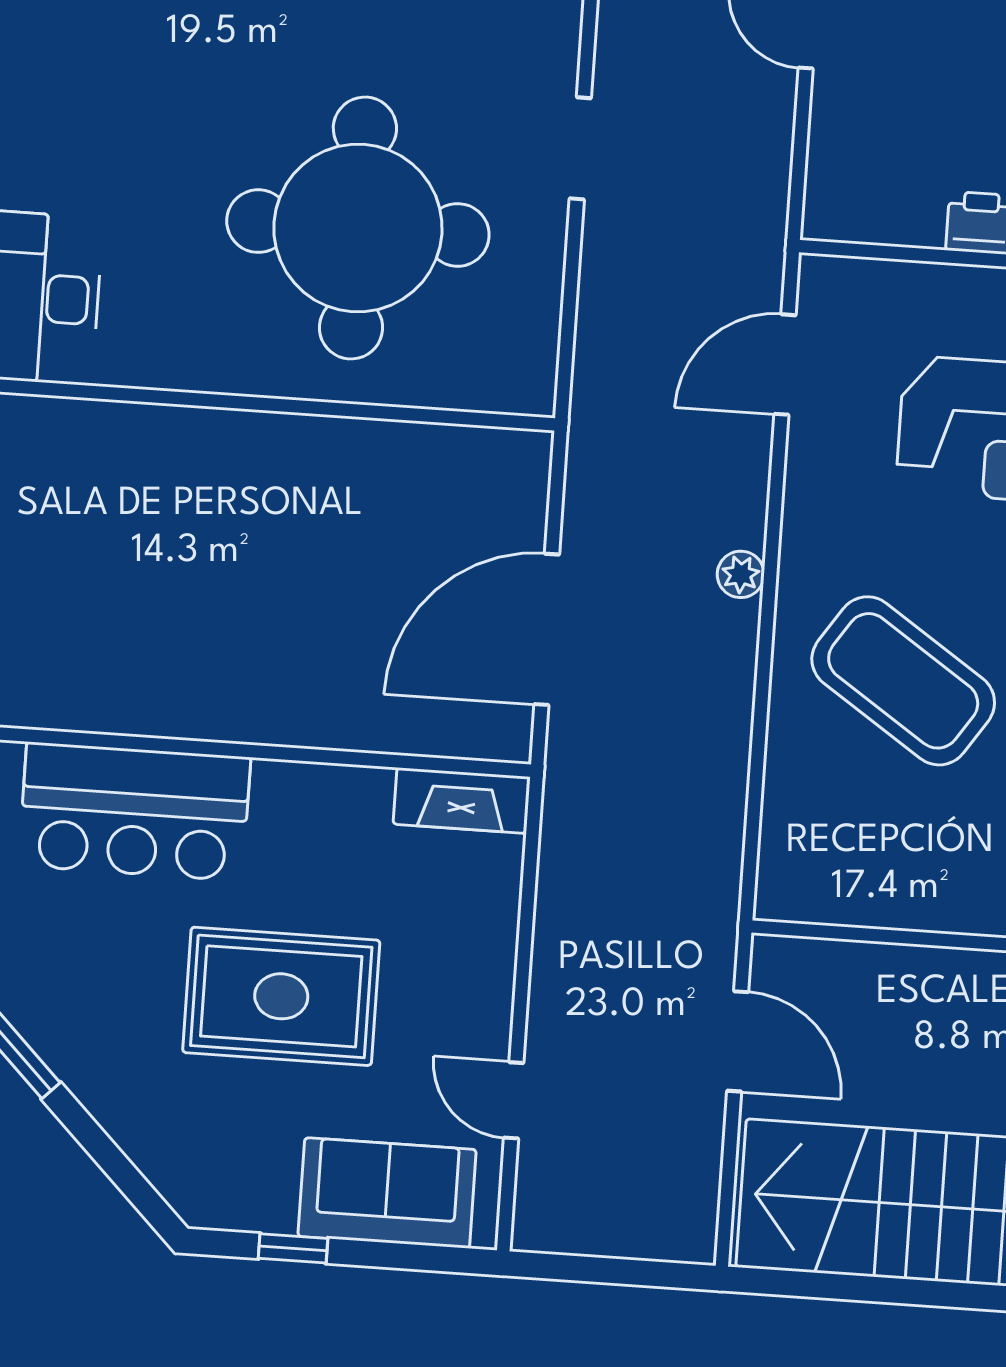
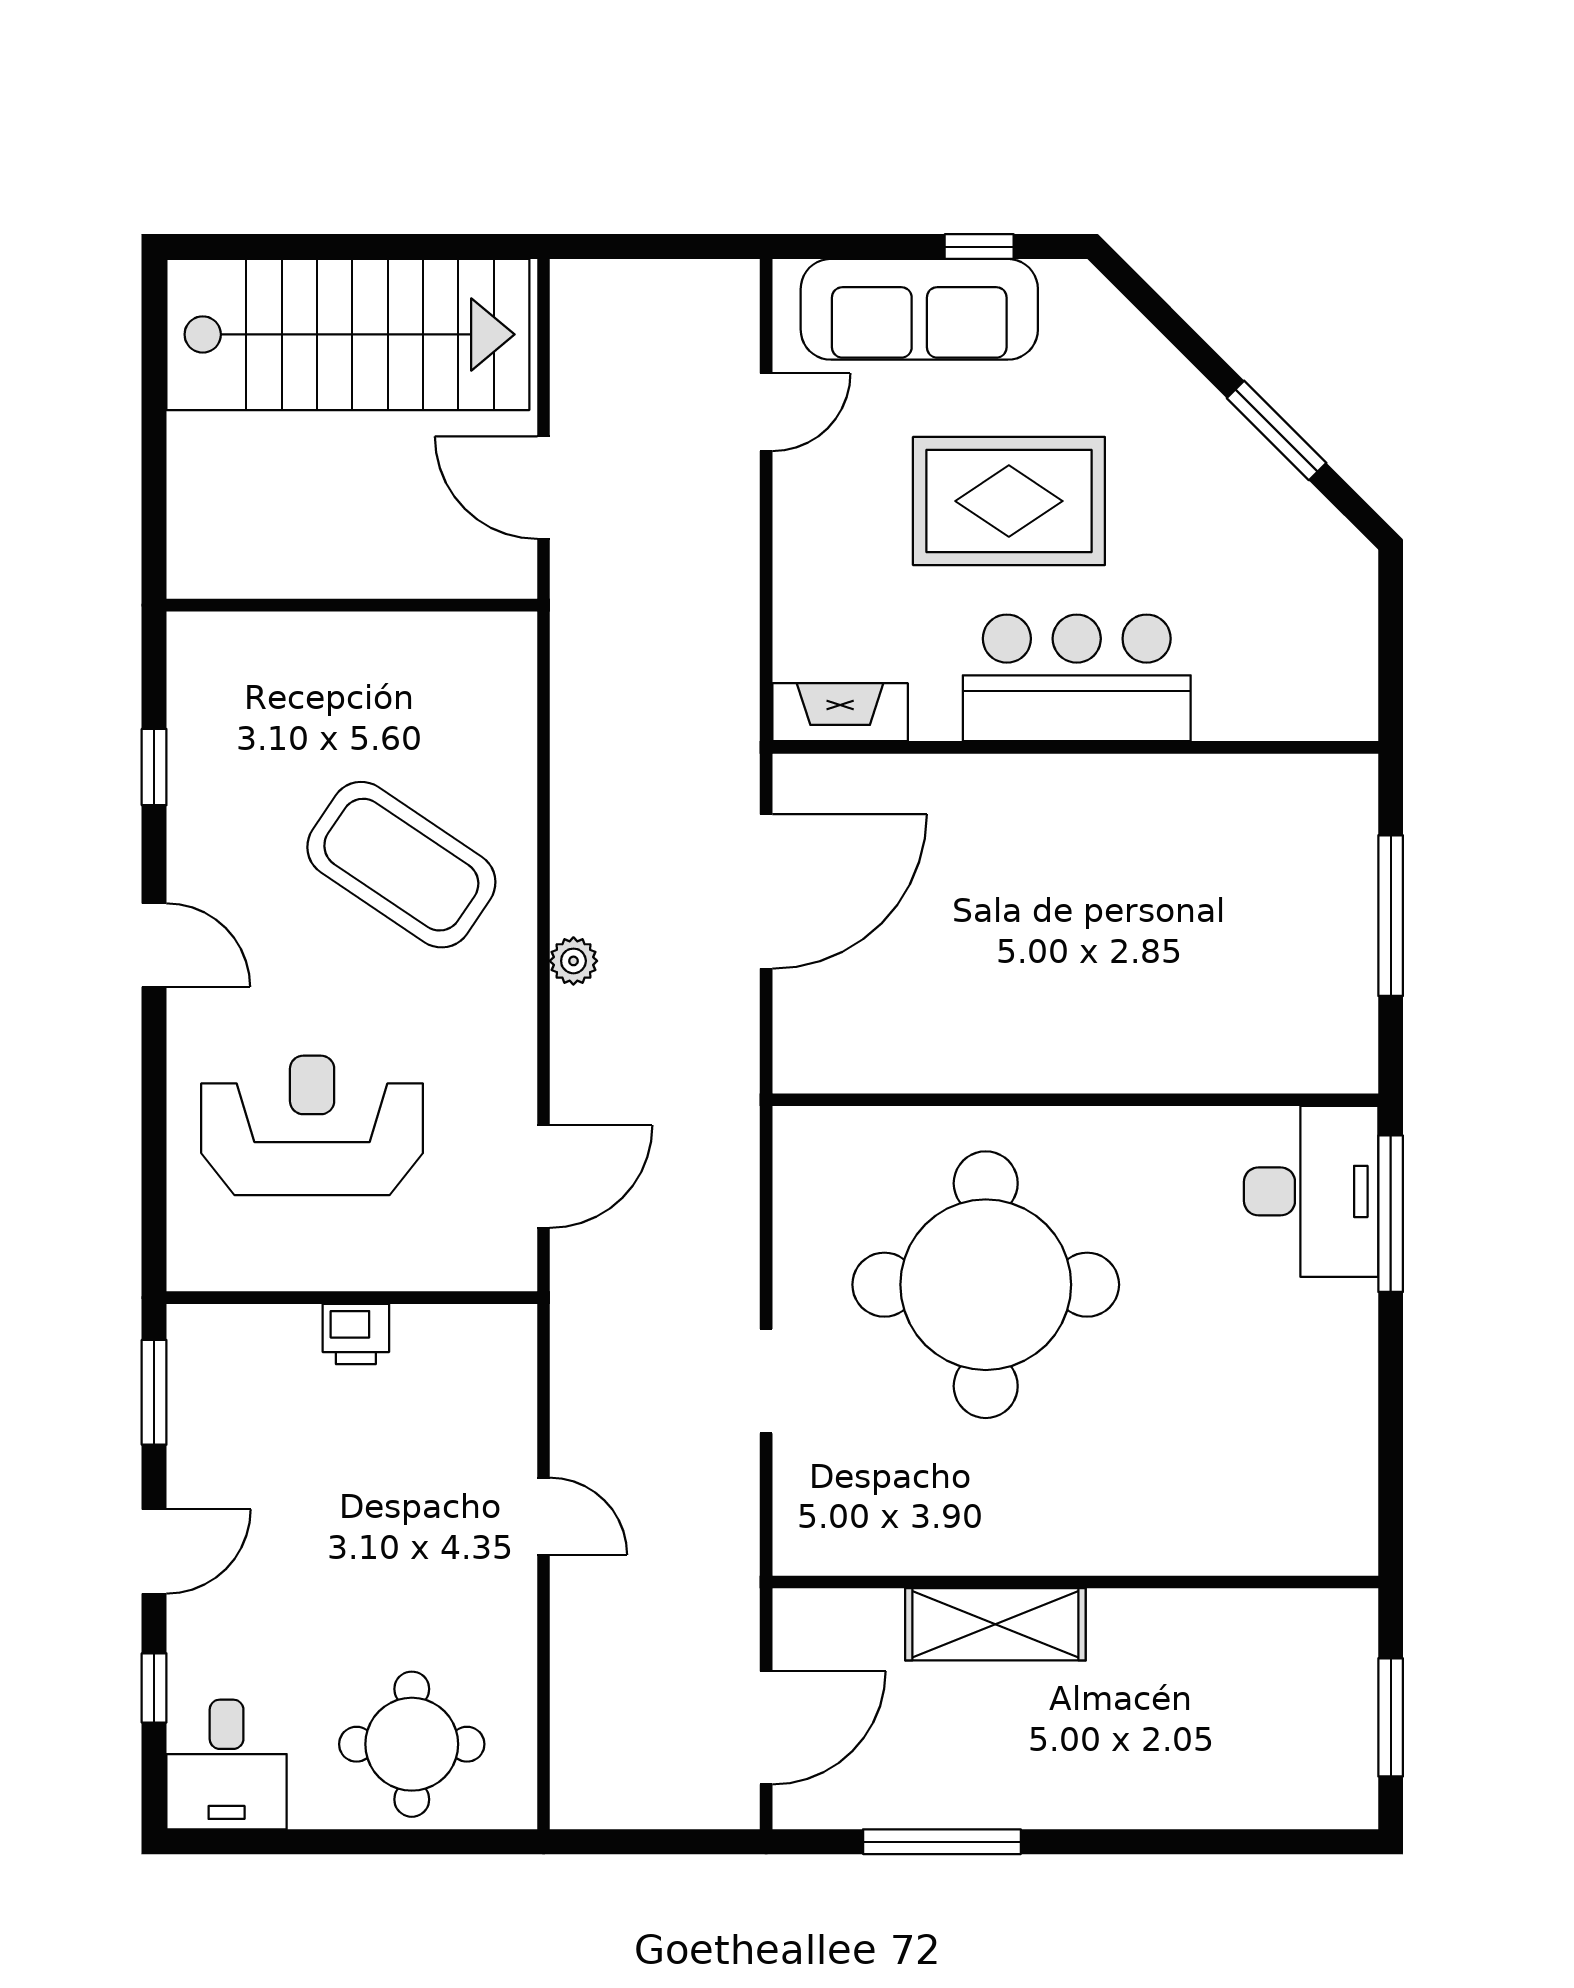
bar counter: (135, 811) -> (1077, 678), moved
door: (514, 1100) -> (766, 412), hinge flipped
sofa: (387, 1193) -> (919, 309), width x1.36

